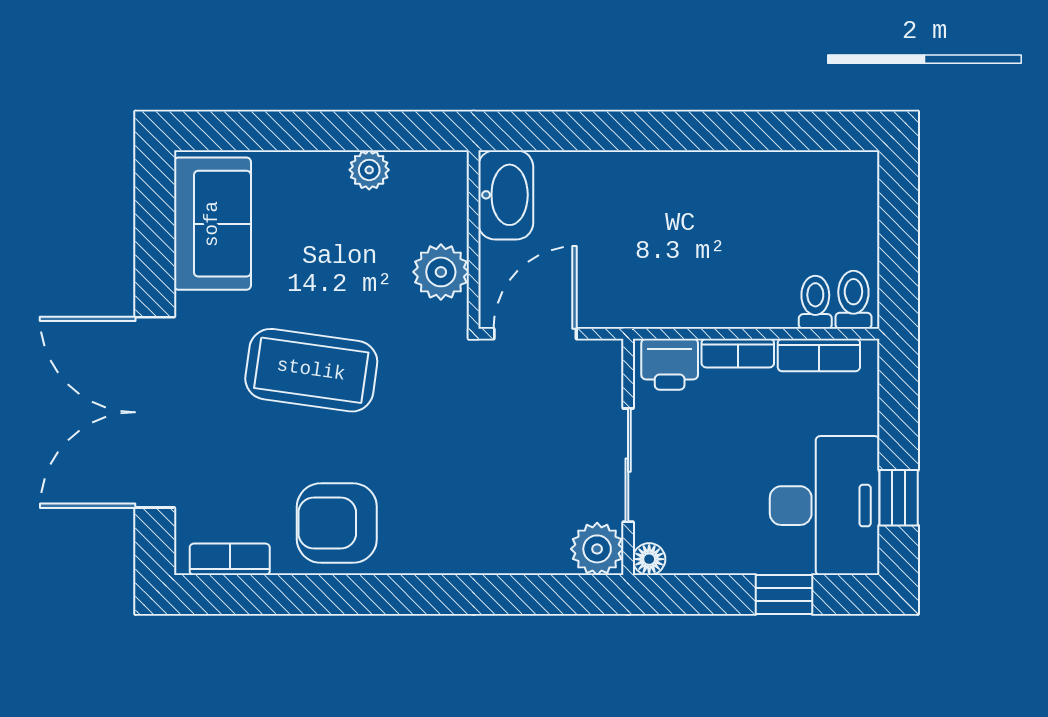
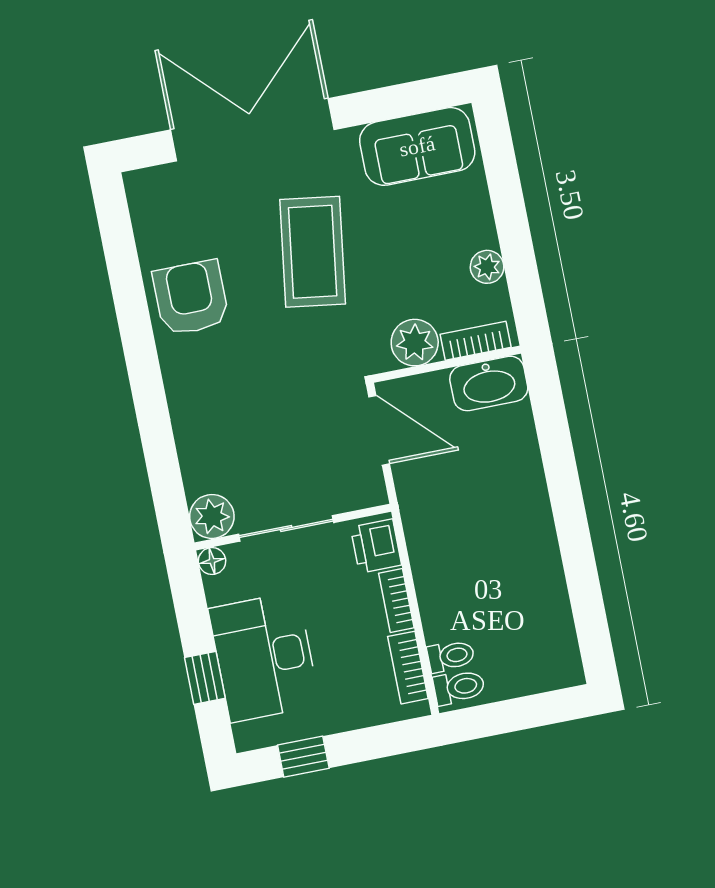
desk: (825, 506) -> (264, 657), moved, turned 90
bookcase: (230, 559) -> (476, 341), moved, turned -90

